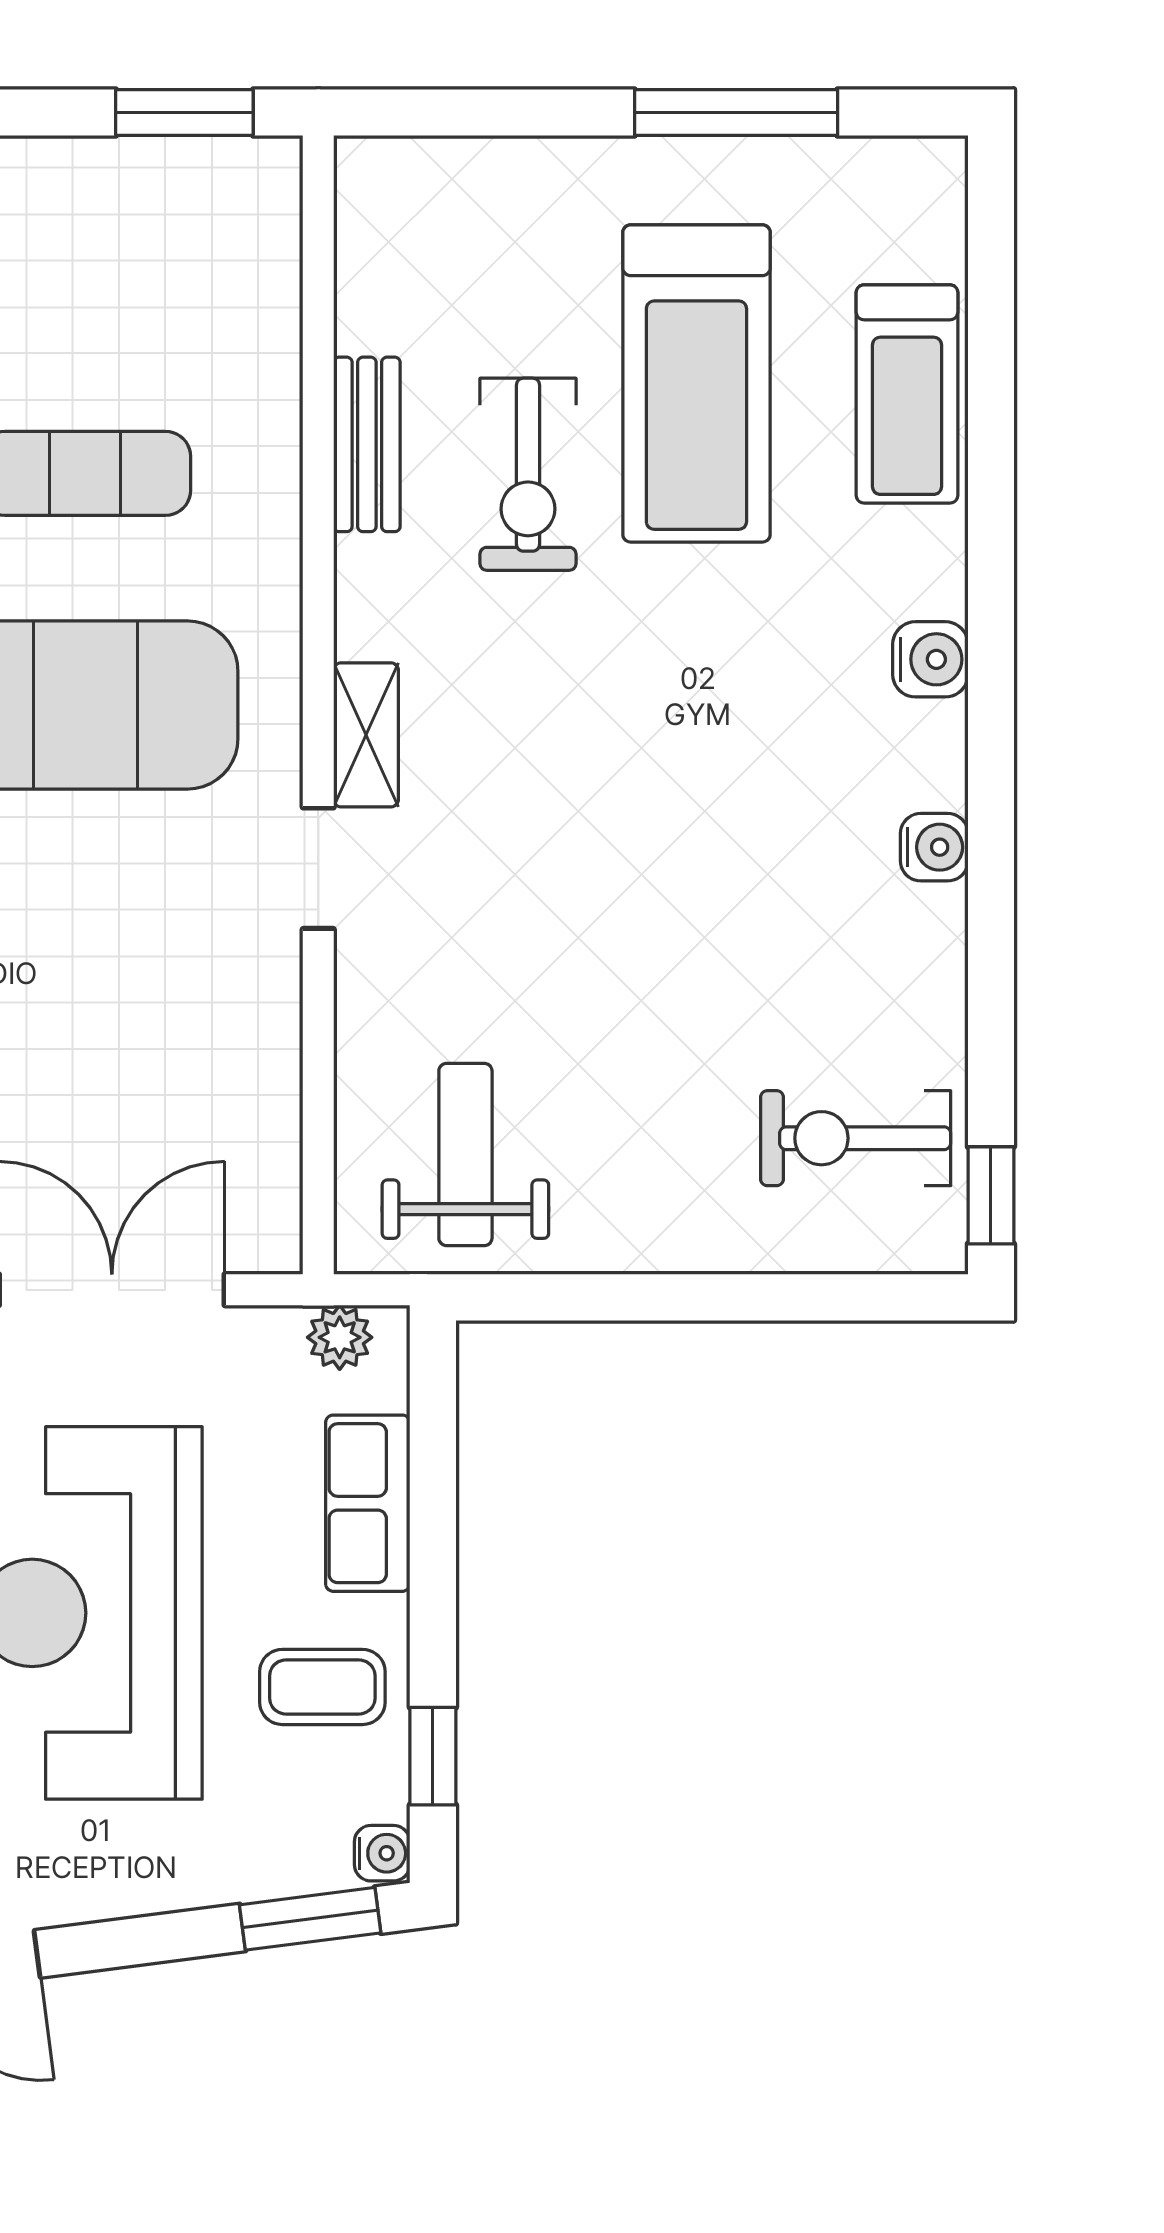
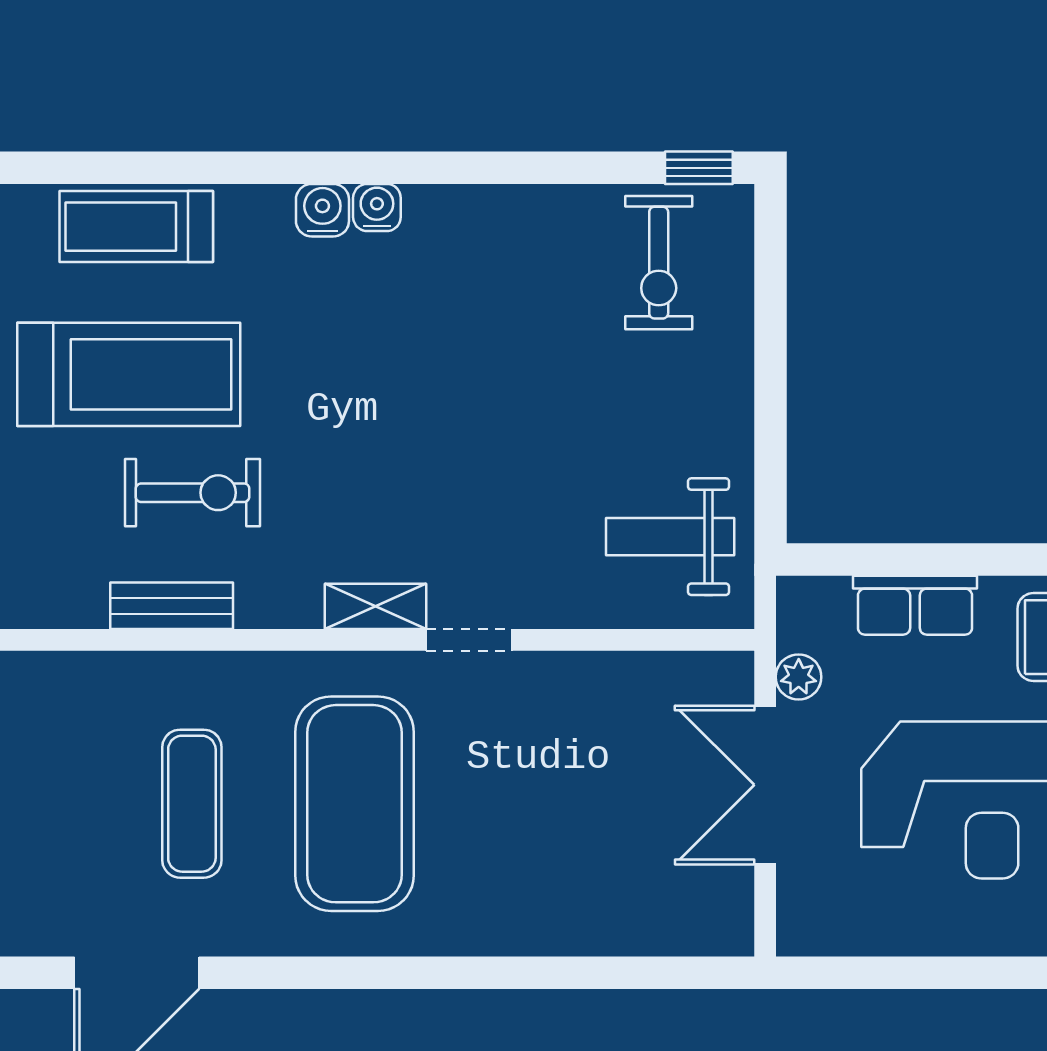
treadmill: (907, 394) -> (136, 227), turned 180
water cooler: (934, 847) -> (377, 207), moved
plant: (340, 1337) -> (799, 677), moved

